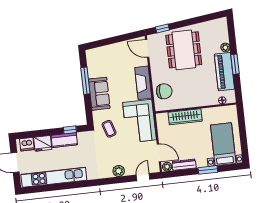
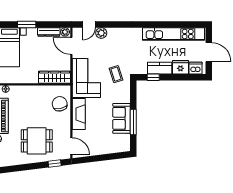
dining table: (184, 50) -> (37, 141), width x0.73
chair: (164, 91) -> (60, 104), turned 77
sofa: (99, 94) -> (122, 118), moved
wardrobe: (185, 117) -> (55, 77), moved
plant: (119, 171) -> (101, 33), moved

